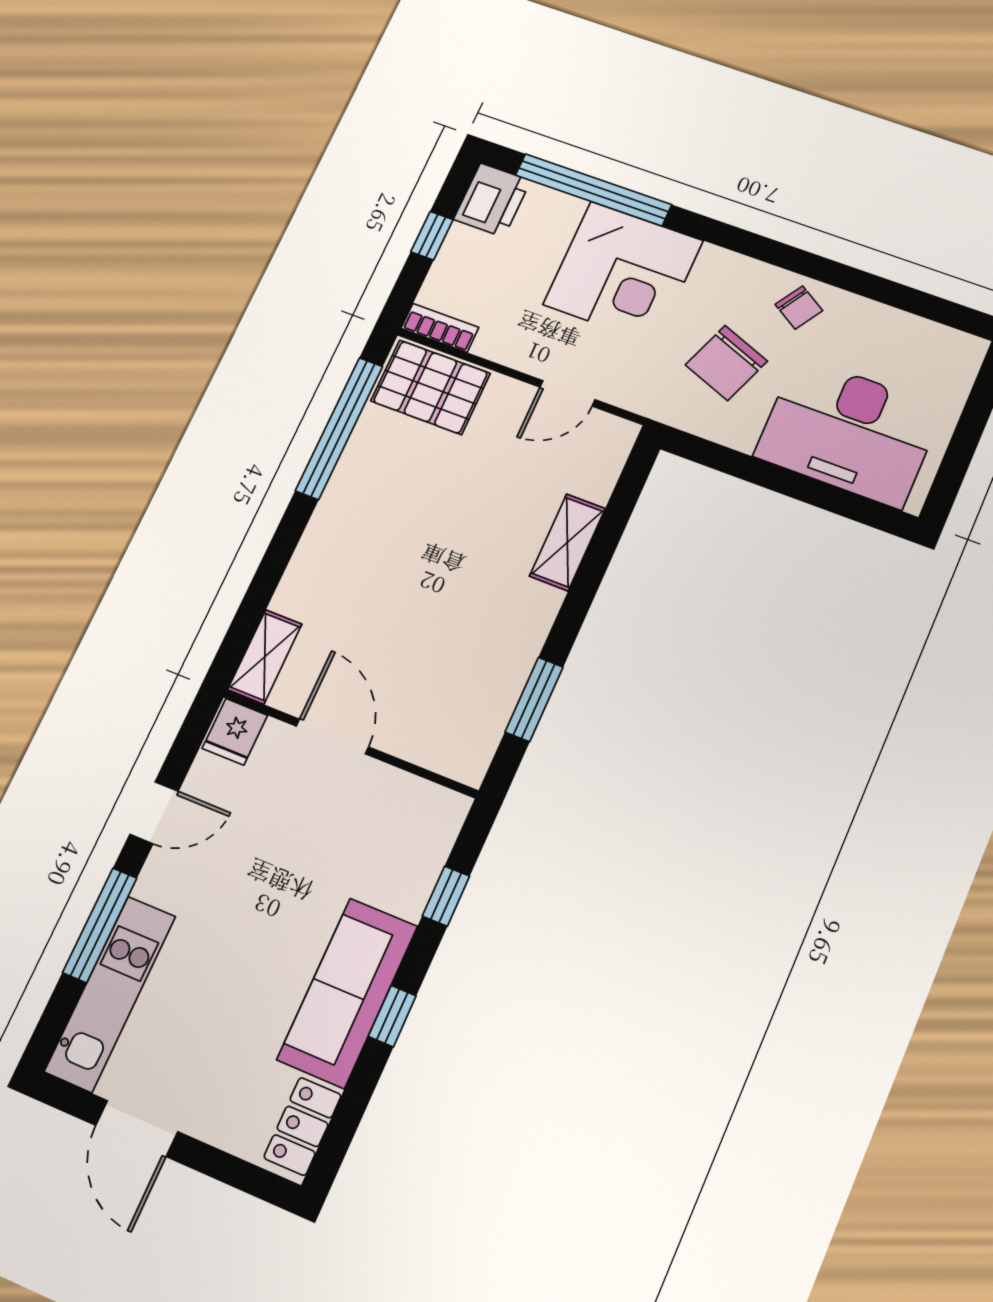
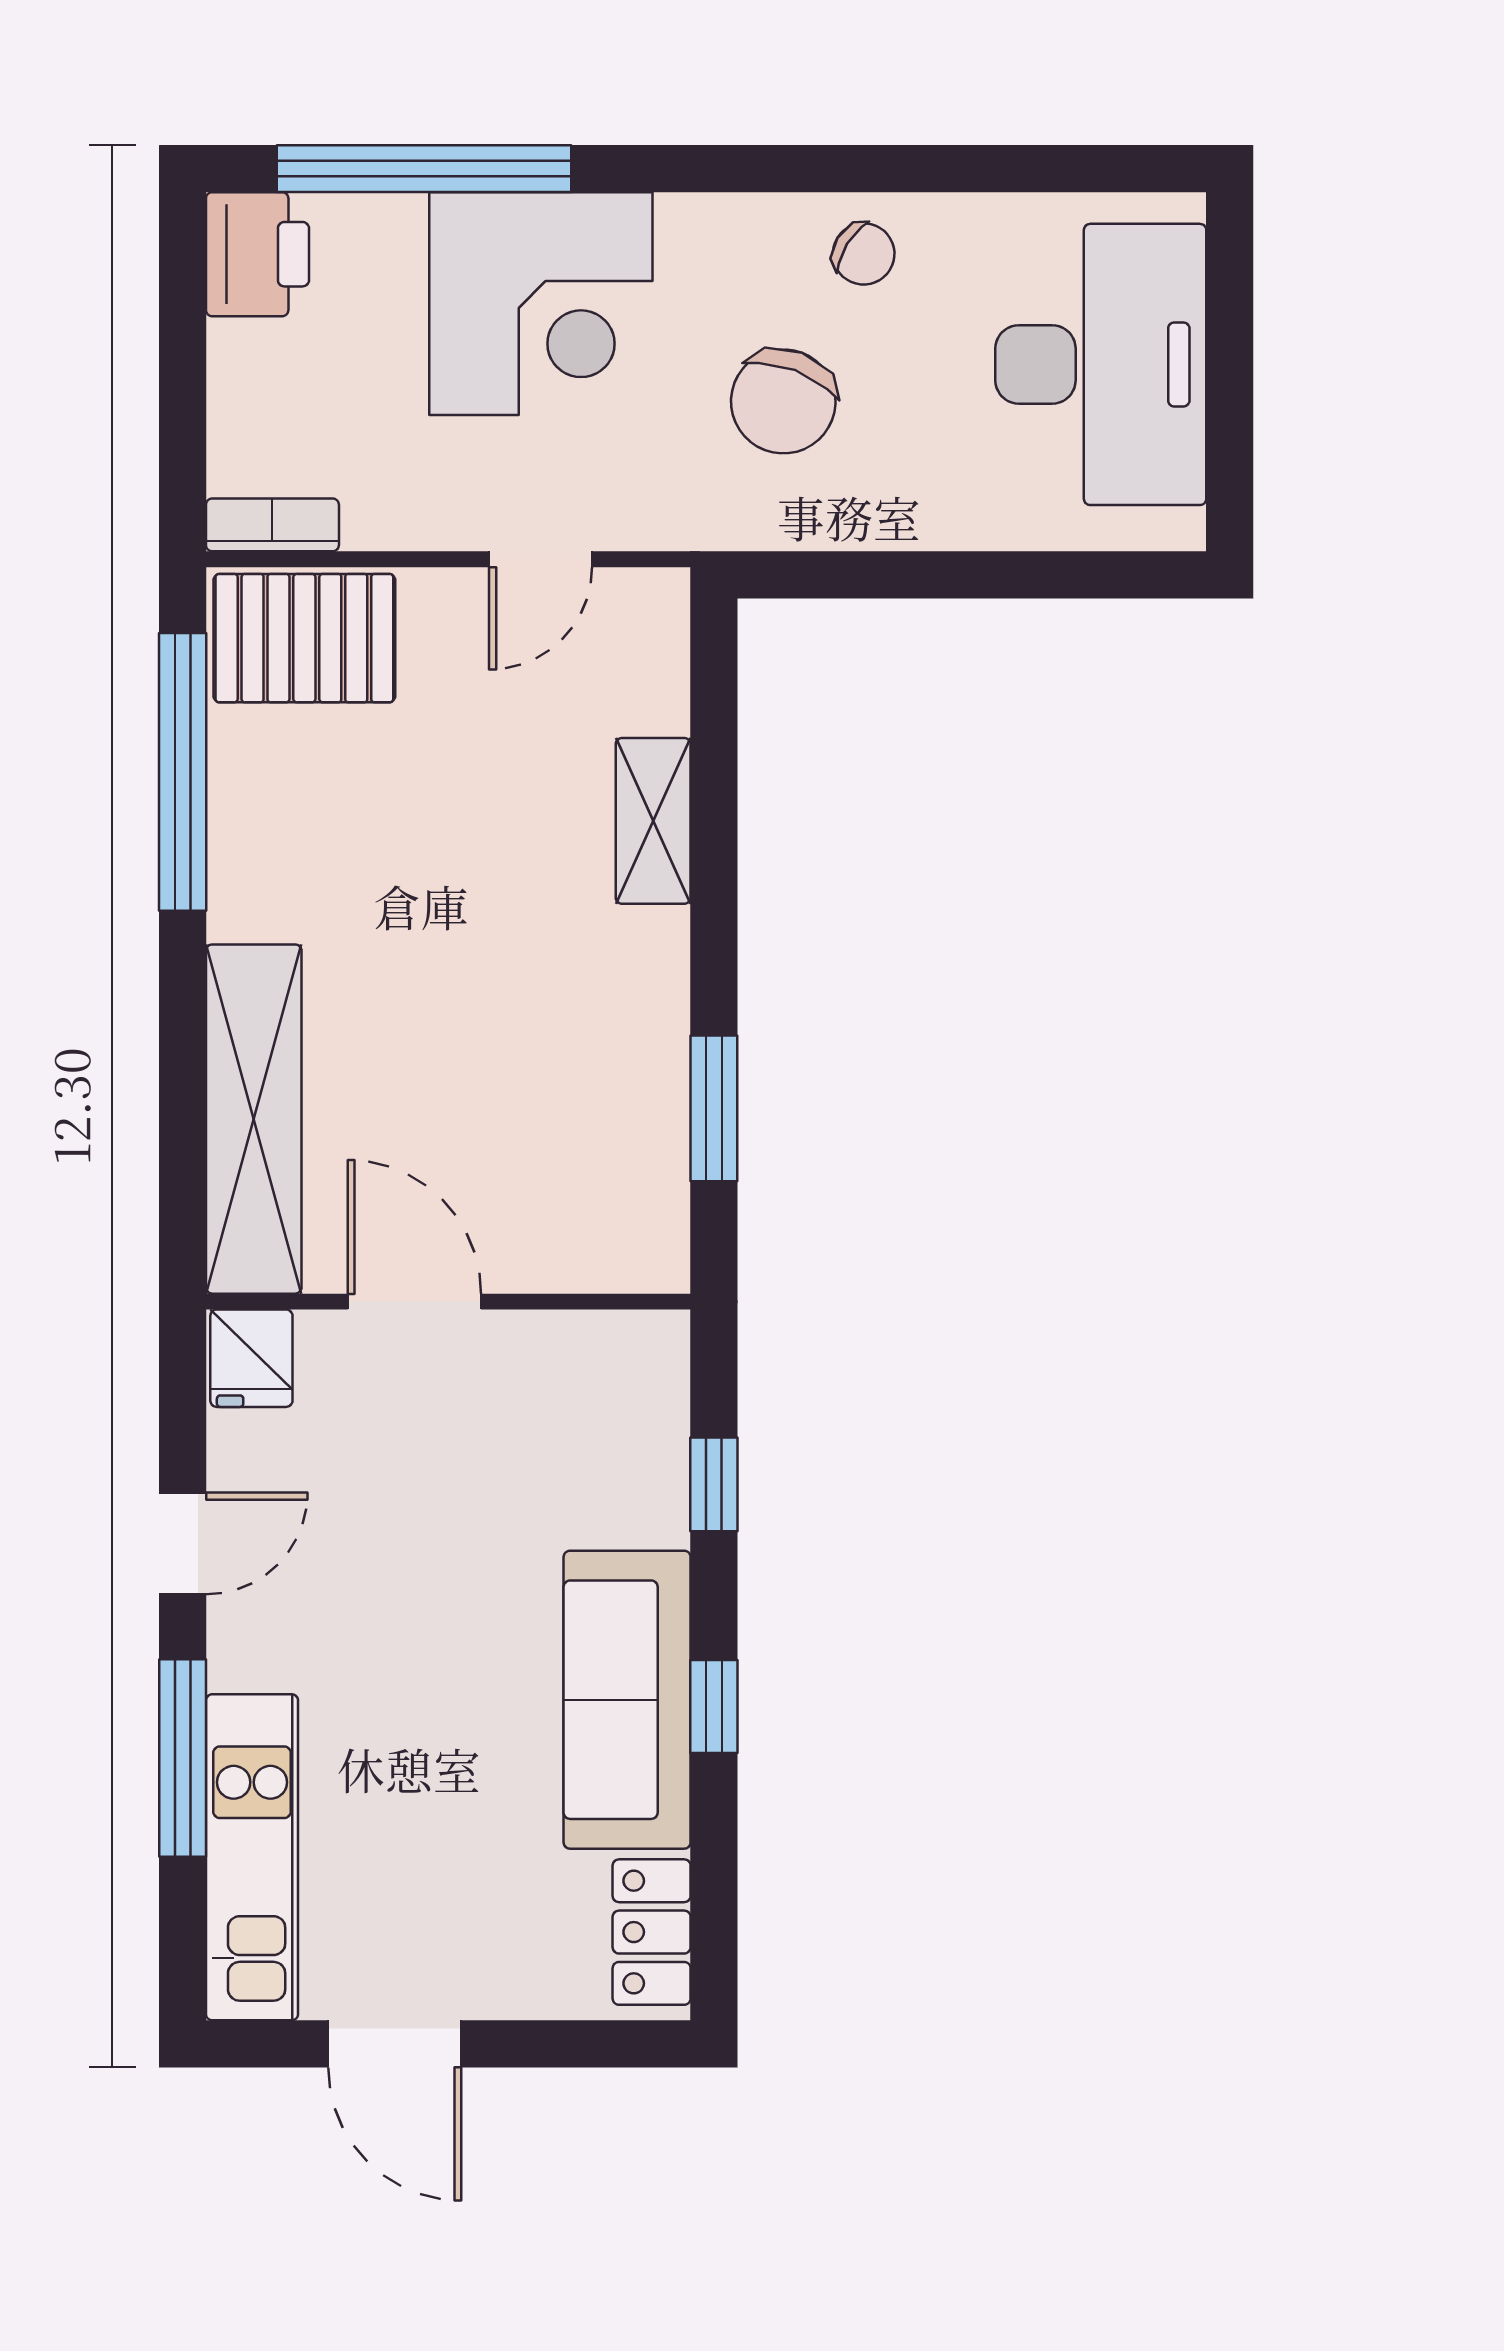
window: (432, 236) -> (183, 361), removed
desk: (849, 432) -> (1101, 364), moved, turned -90
shelving: (265, 657) -> (254, 1119), width x2.20, depth x1.33

